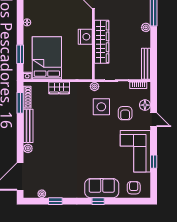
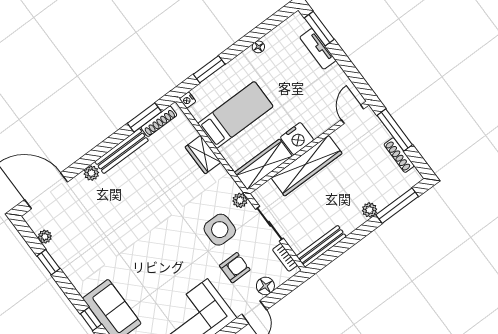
bed: (47, 58) -> (235, 115), width x0.67
wardrobe: (86, 62) -> (263, 164), added
armchair: (125, 113) -> (235, 268), turned 180

